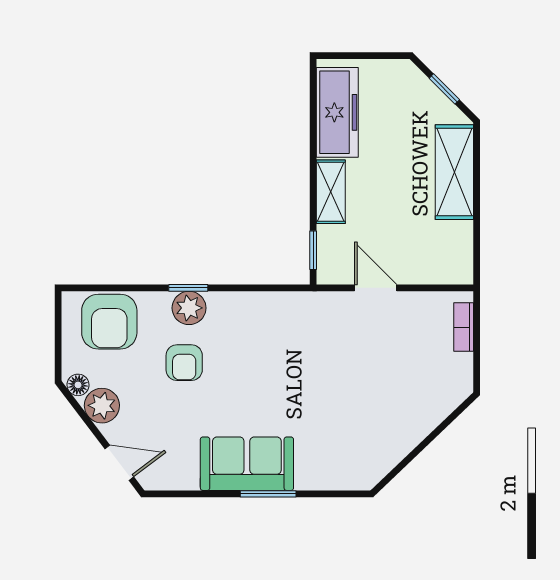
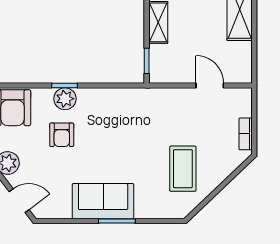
door: (376, 288) -> (210, 86), moved
bookcase: (464, 327) -> (246, 134), moved
coffee table: (368, 414) -> (183, 169), added

